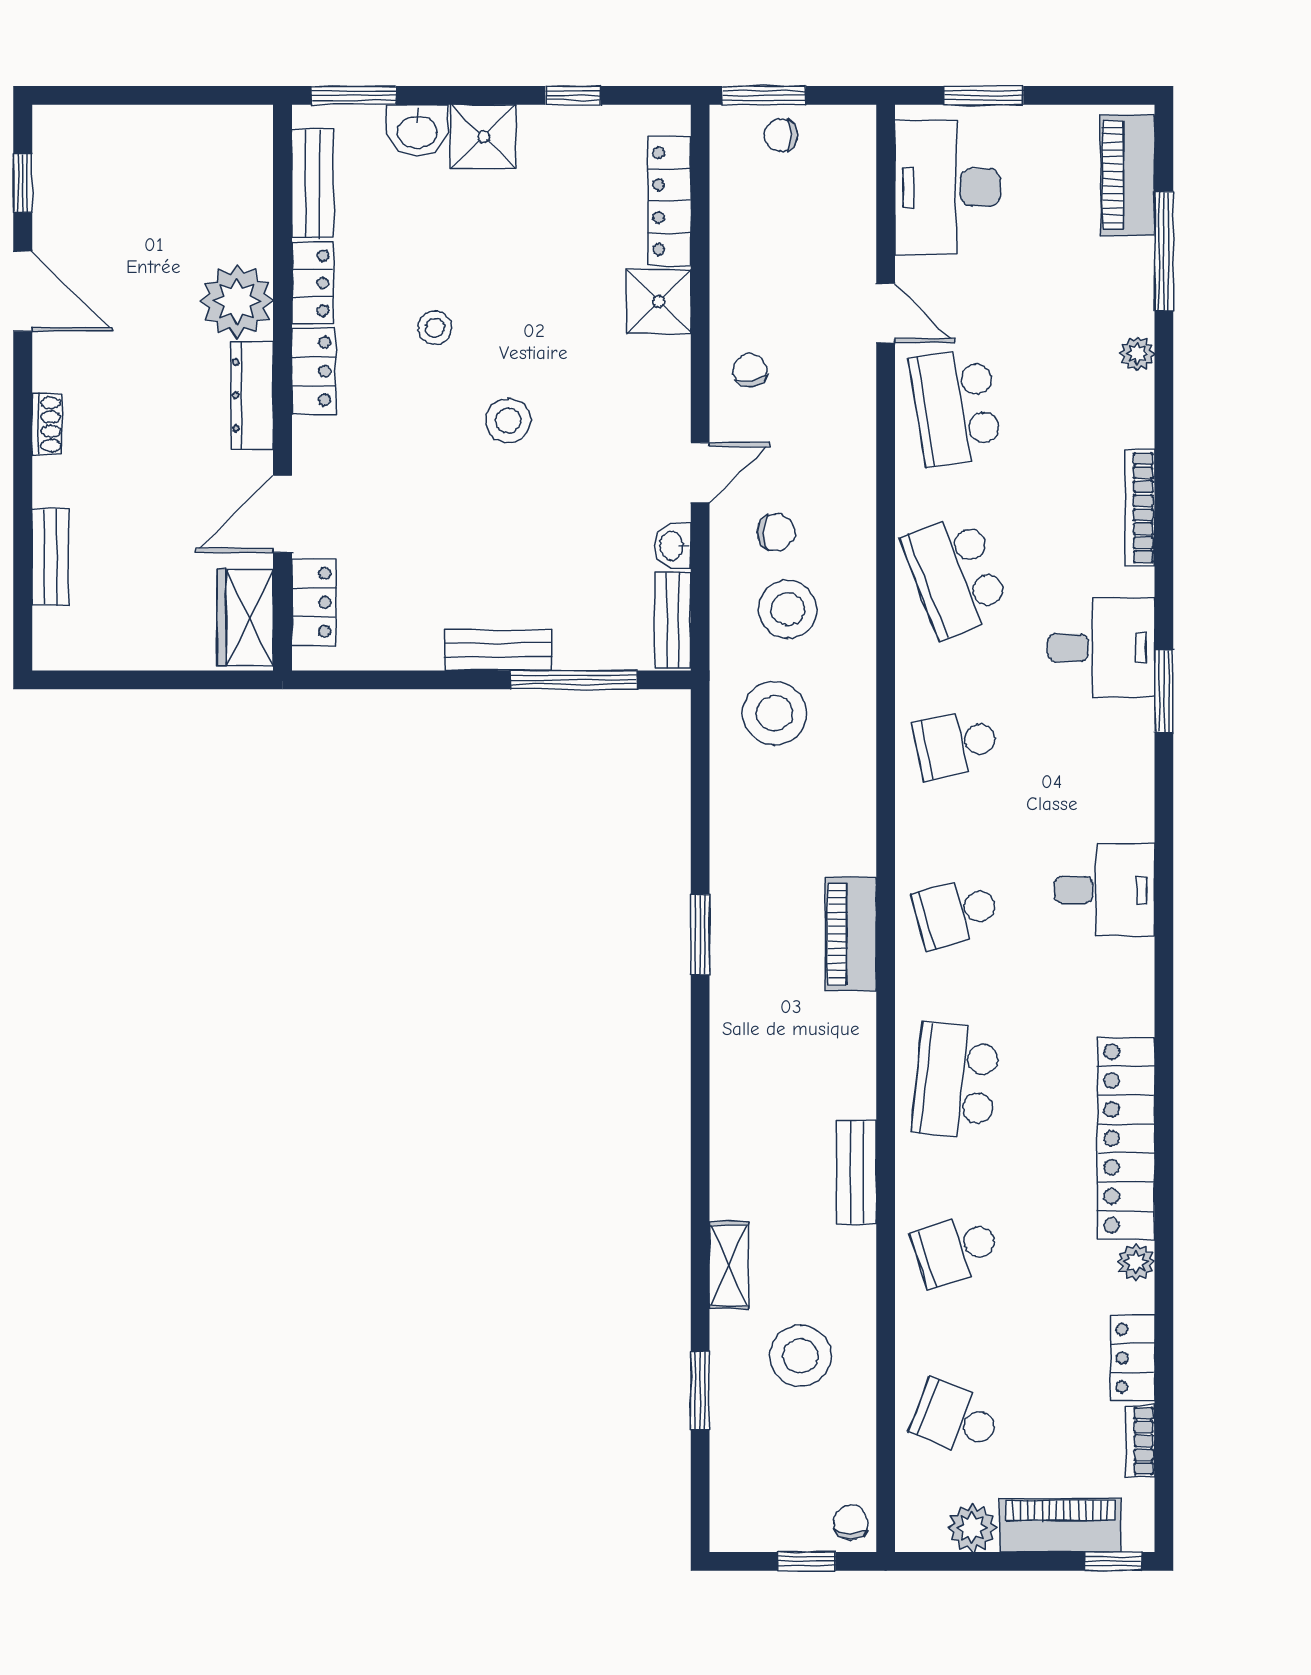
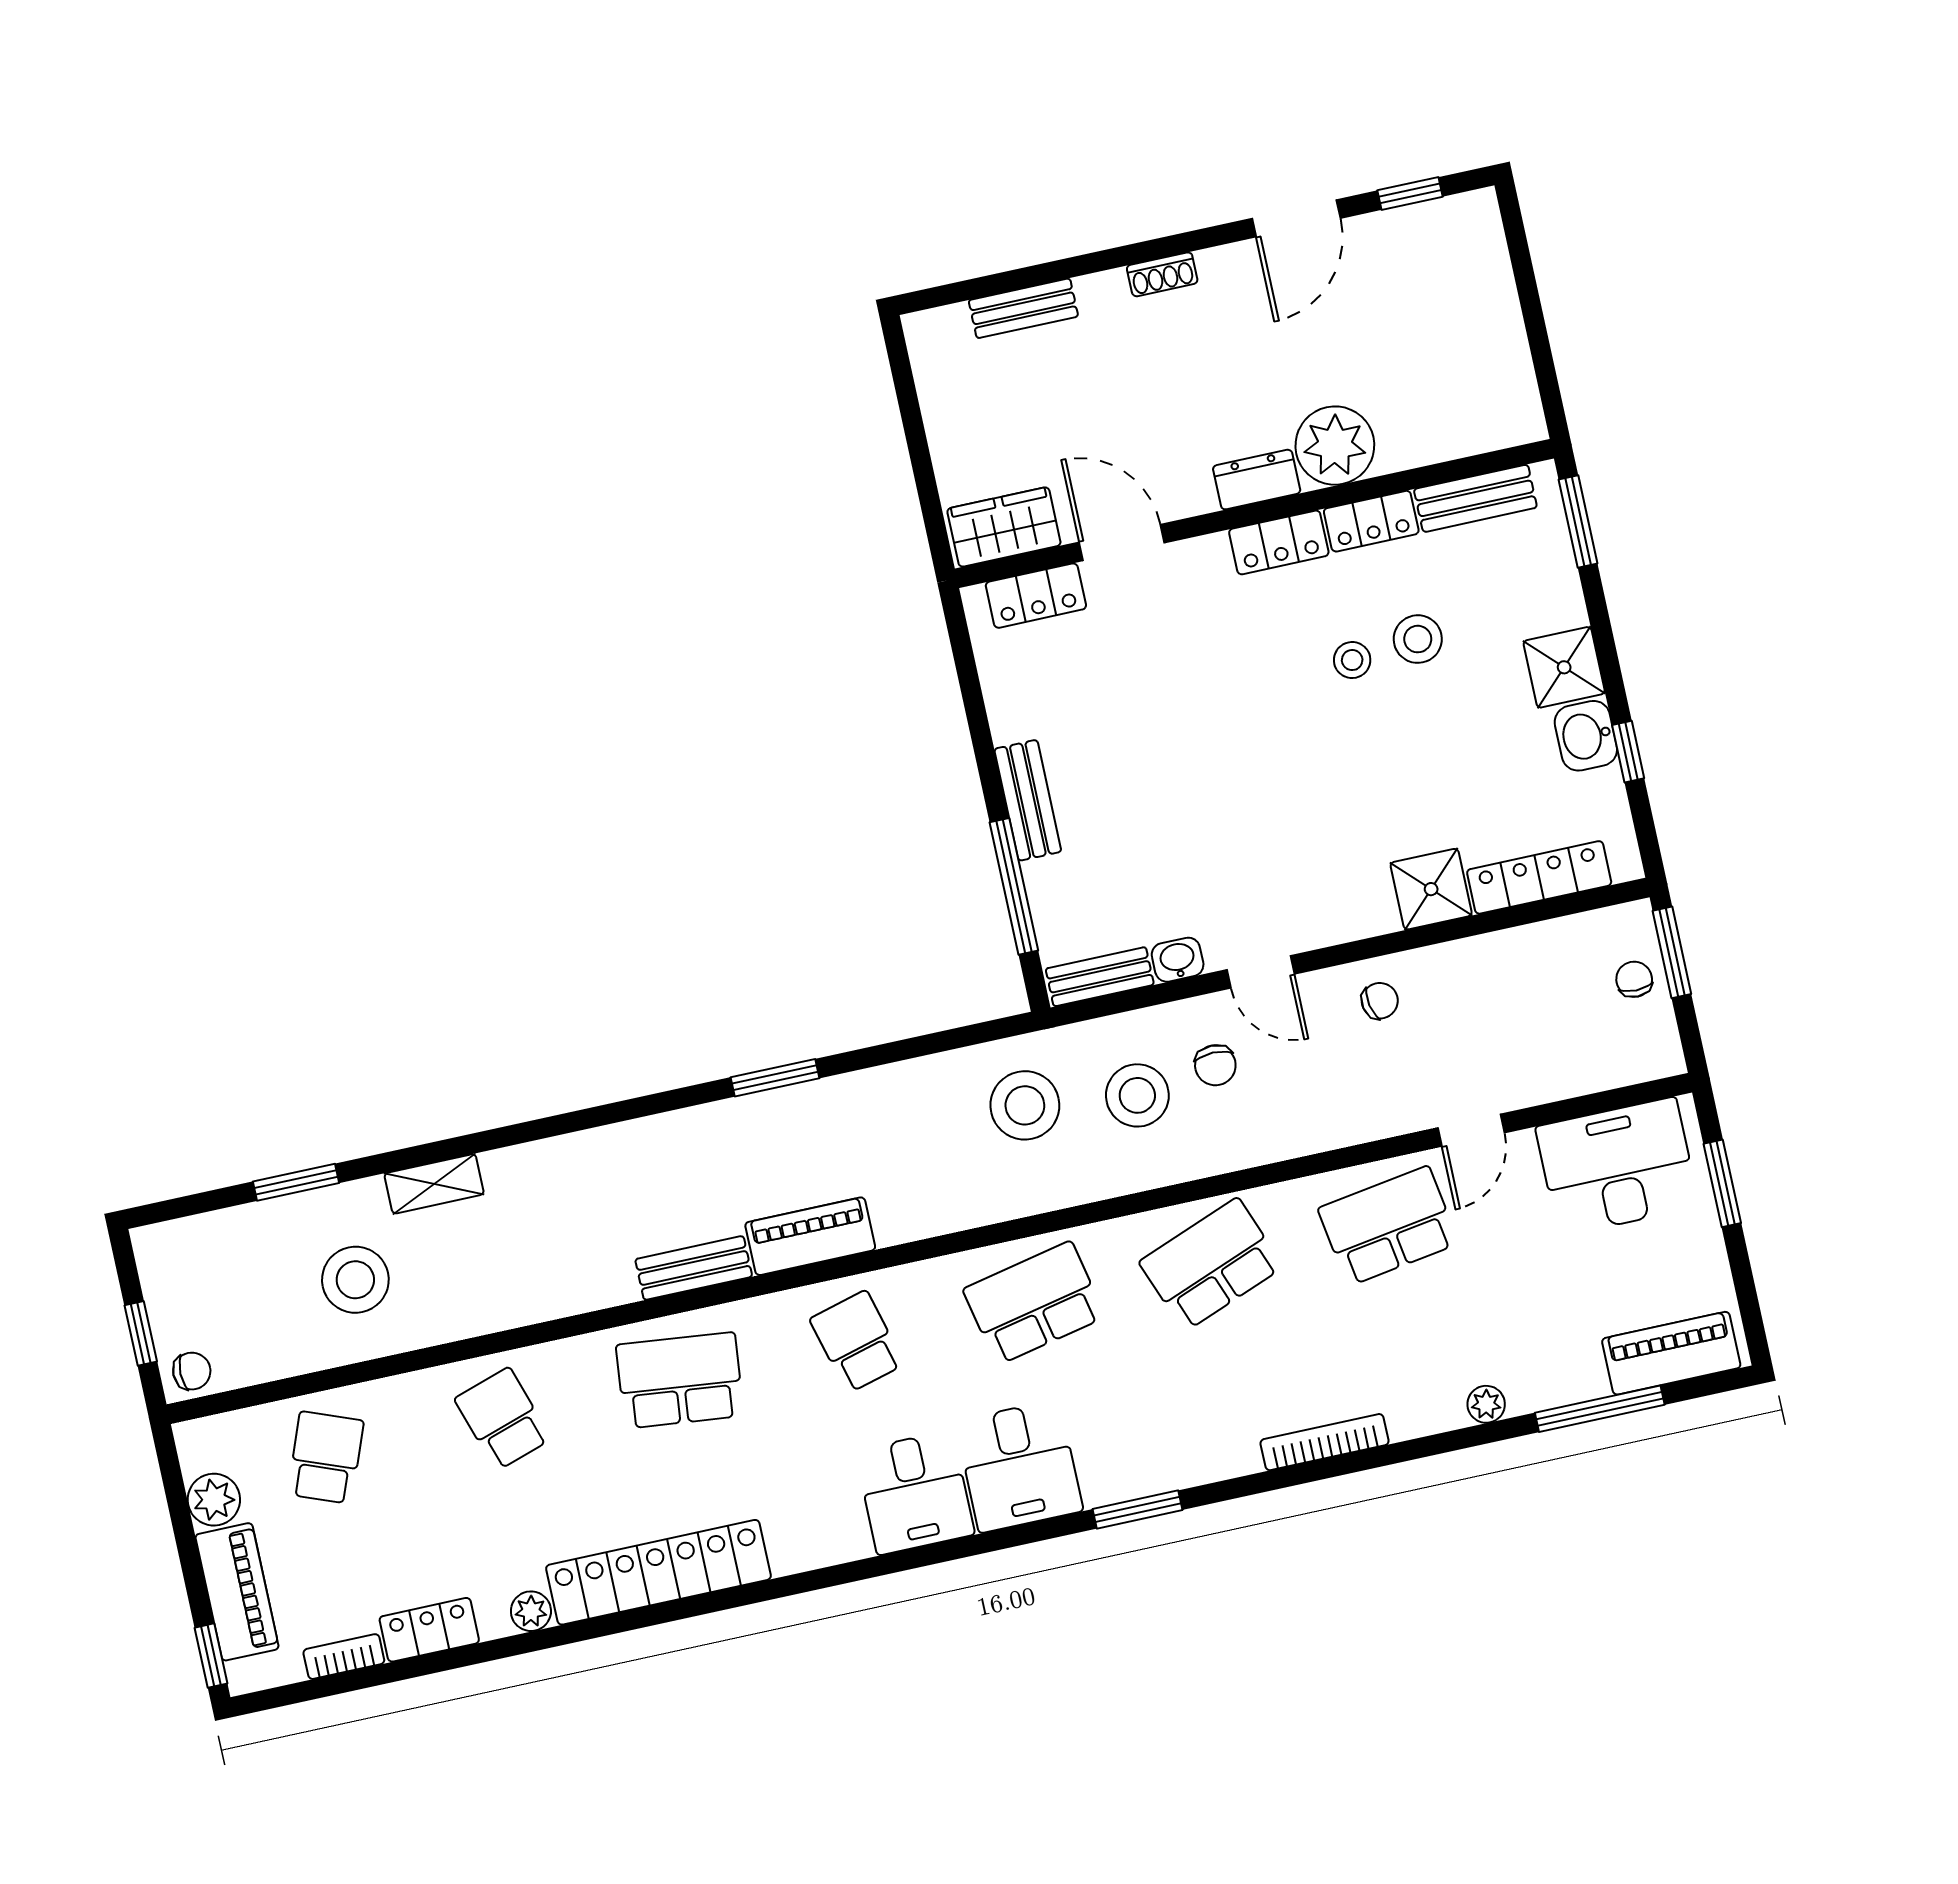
washbasin: (417, 131) -> (1586, 736), moved
dresser: (252, 395) -> (1257, 480), width x0.70
stool: (508, 421) -> (1418, 639), moved
desk: (1101, 648) -> (1019, 1466), moved
school desk: (956, 744) -> (1034, 1303), width x1.85
bench: (857, 1172) -> (694, 1268), moved

